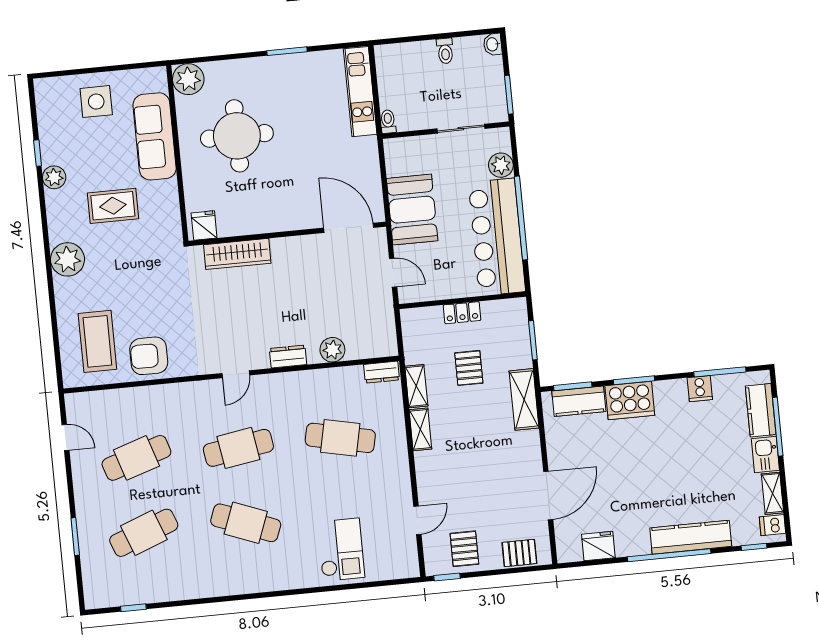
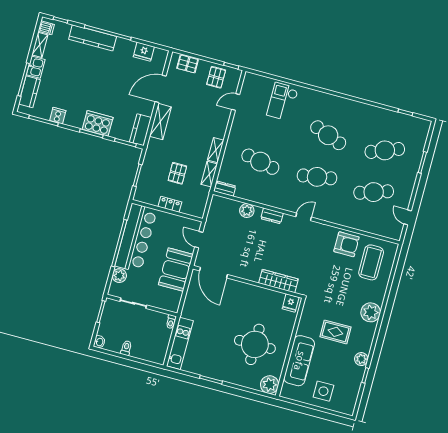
shelving: (524, 399) -> (160, 122), moved
kitchen counter: (579, 401) -> (140, 130), moved, turned -90

